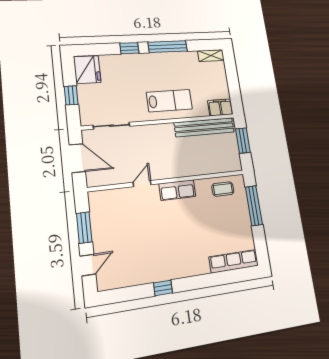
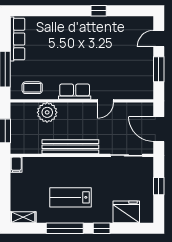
fridge: (87, 70) -> (126, 212), moved, turned 90
lab bench: (169, 101) -> (71, 197), moved
filing cabinet: (220, 107) -> (16, 165), width x0.50
bench: (204, 127) -> (70, 147), moved
plant: (203, 164) -> (47, 112), added
row of seats: (234, 261) -> (18, 39), moved, turned -90

